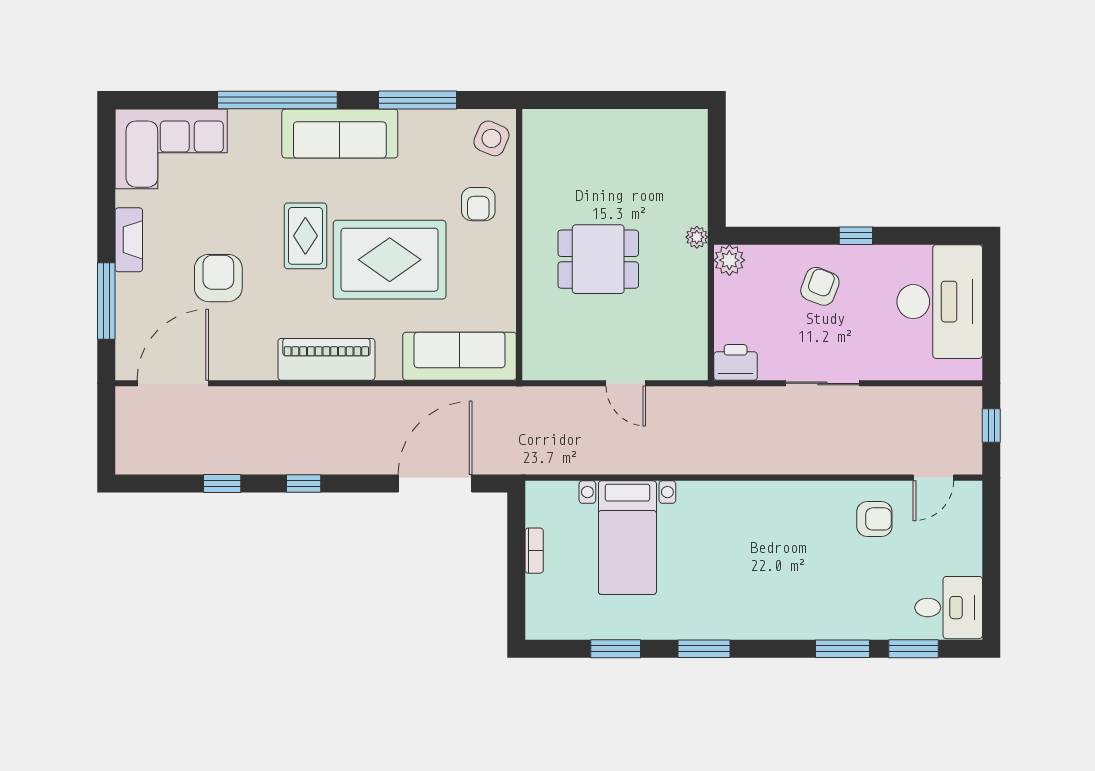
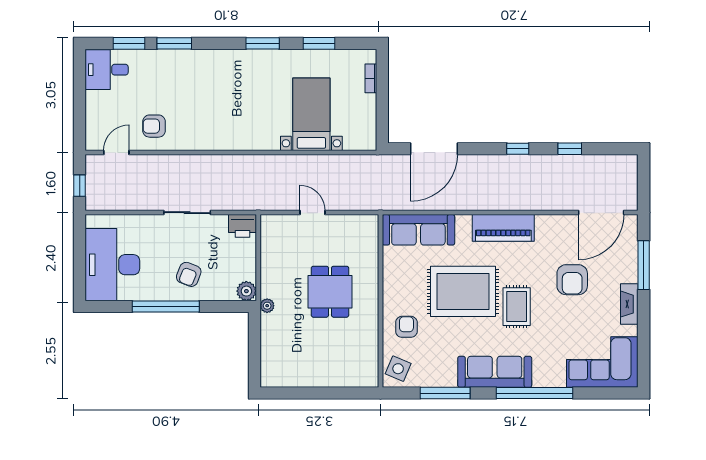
window: (856, 236) -> (166, 307), width x3.17
dining table: (598, 259) -> (330, 292), turned 90
bookcase: (534, 551) -> (371, 78), moved

